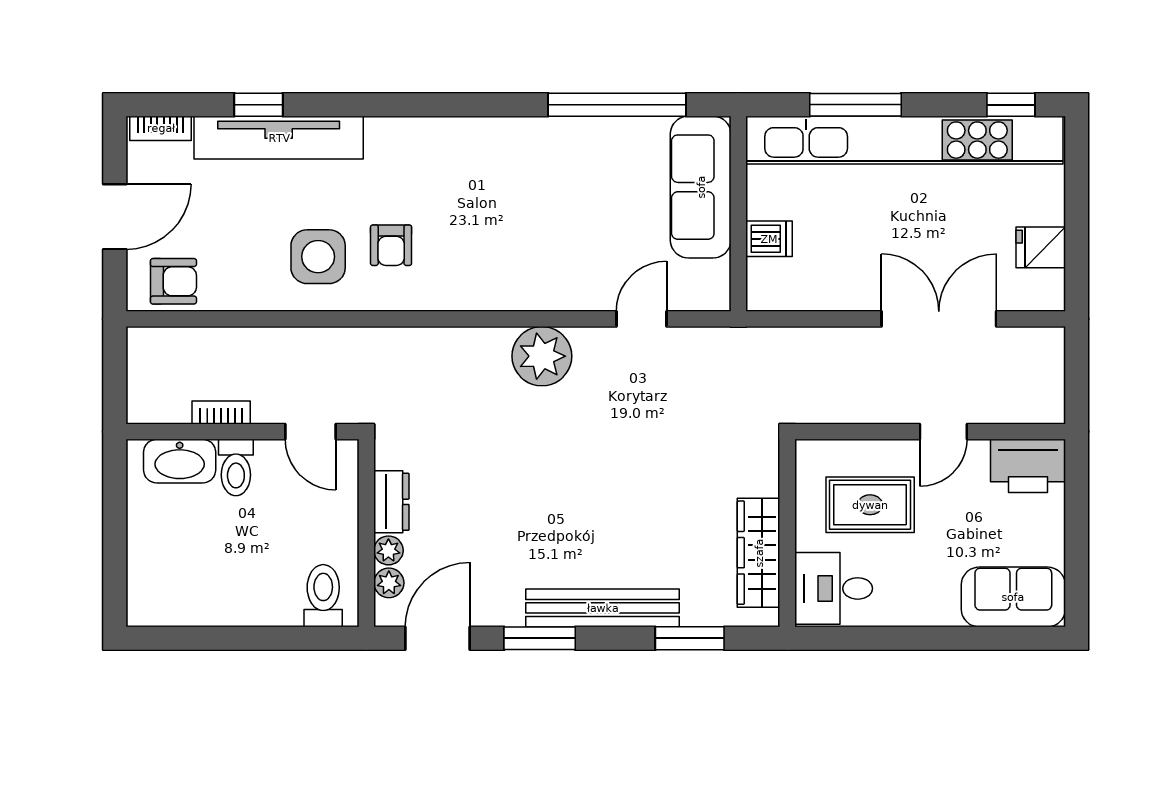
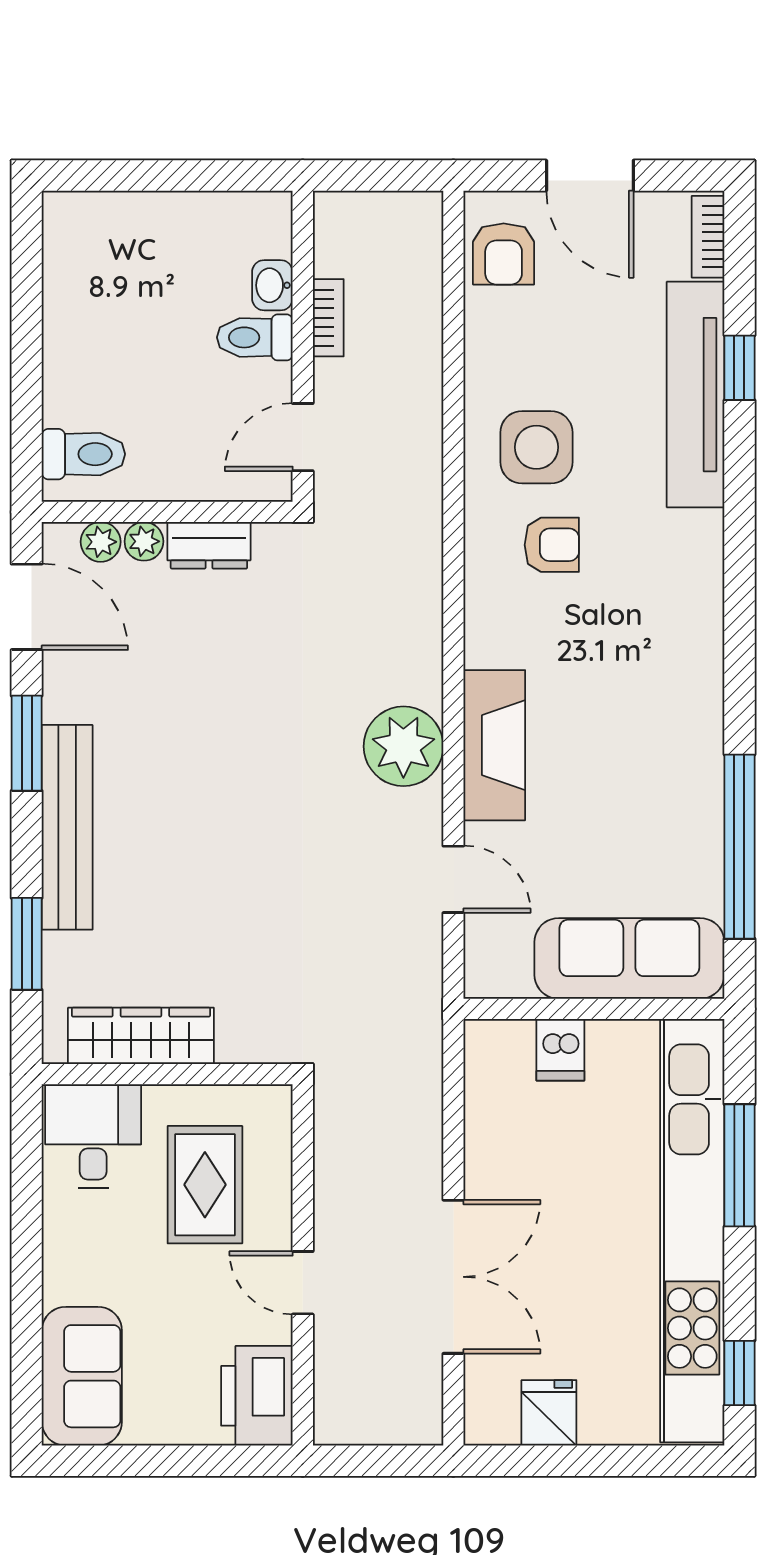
armchair: (391, 245) -> (552, 545), turned 180
fireplace: (541, 288) -> (494, 745), added
washbasin: (180, 461) -> (272, 285), width x0.52, depth x0.69

